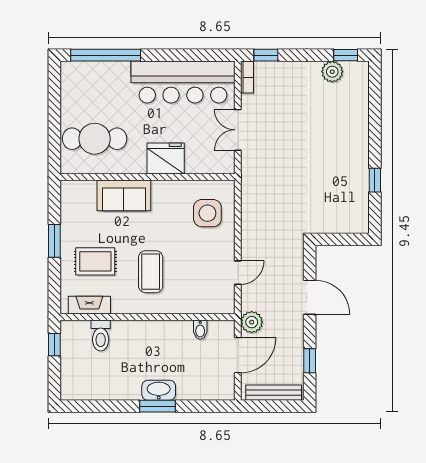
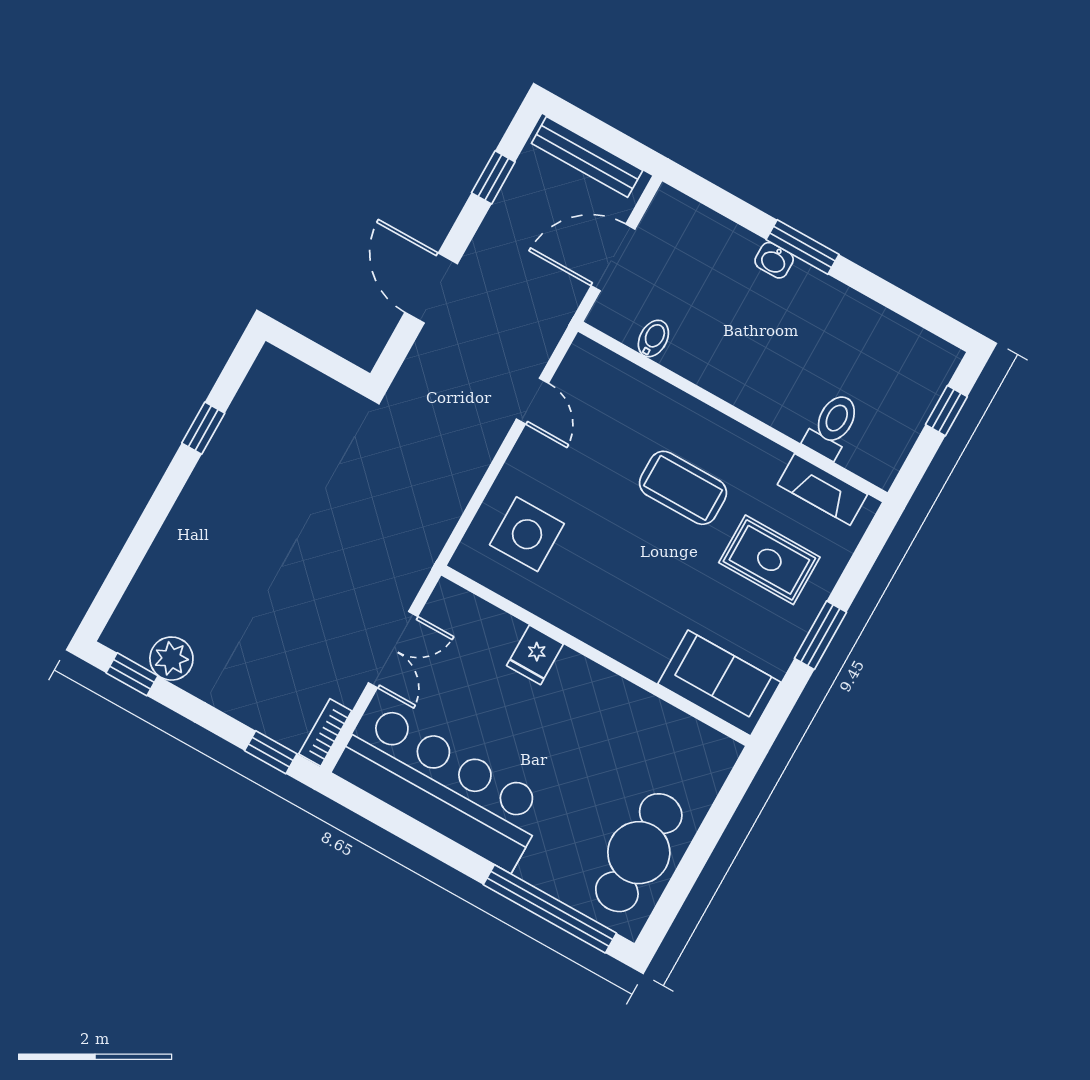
cafe table: (95, 139) -> (639, 853), moved, turned 90
fridge: (166, 158) -> (535, 655), width x0.53, depth x0.75
sofa: (124, 195) -> (719, 683), moved
coffee table: (151, 272) -> (683, 488), turned 90
door: (238, 273) -> (532, 401), swing flipped
plant: (252, 322) -> (556, 301), removed
window: (54, 345) -> (946, 411), moved
washbasin: (159, 390) -> (774, 260), width x0.52, depth x0.69

